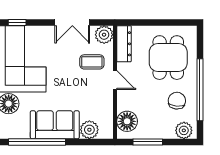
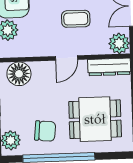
coffee table: (92, 62) -> (76, 19), moved, turned 90

